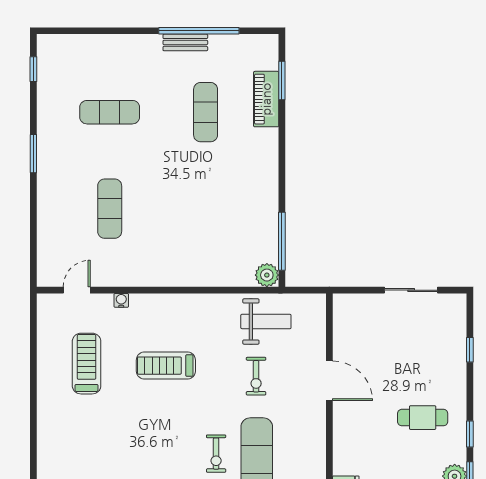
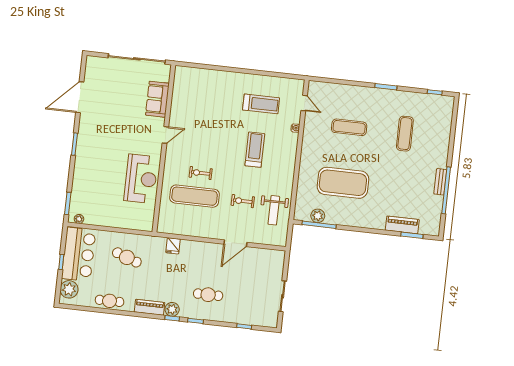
exercise mat: (206, 112) -> (343, 183), moved, width x2.00, depth x1.45
plant: (267, 275) -> (318, 216), moved
cafe table: (423, 418) -> (208, 295), turned 90

